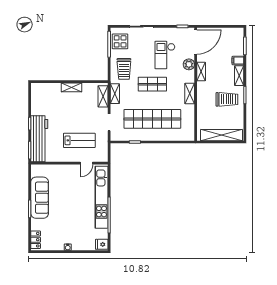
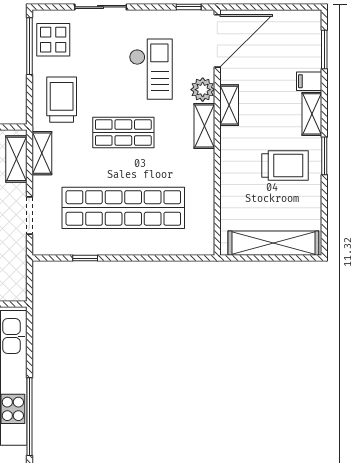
checkout: (165, 55) -> (151, 69), turned 180
trolley: (124, 69) -> (62, 100), turned 180
shelving: (190, 94) -> (204, 126), moved

